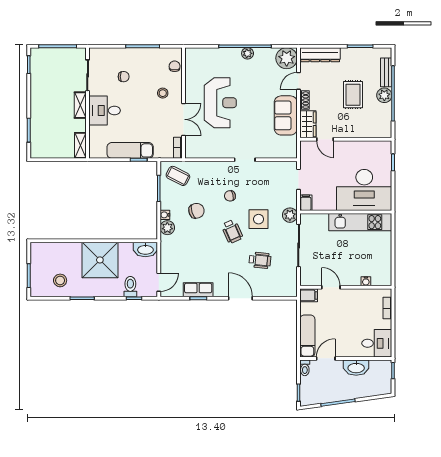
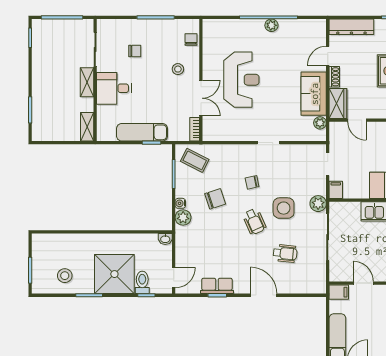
plant: (287, 58) -> (320, 123), moved, width x0.53, depth x0.53
washbasin: (145, 249) -> (165, 239), width x0.52, depth x0.69
shower: (100, 260) -> (114, 274), moved

